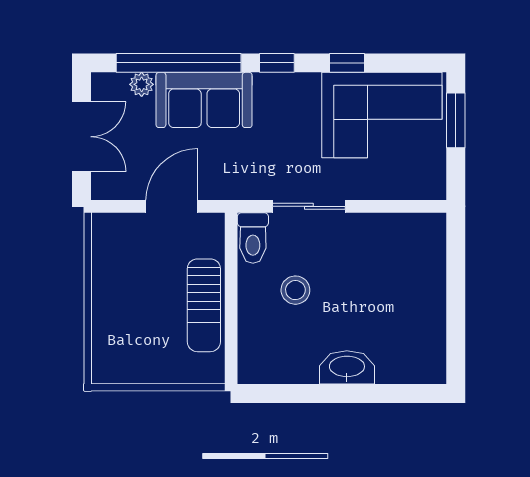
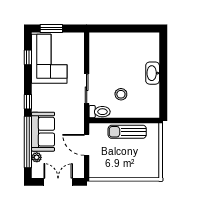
window: (347, 63) -> (28, 57), moved
sun lounger: (204, 305) -> (127, 132), turned 180

